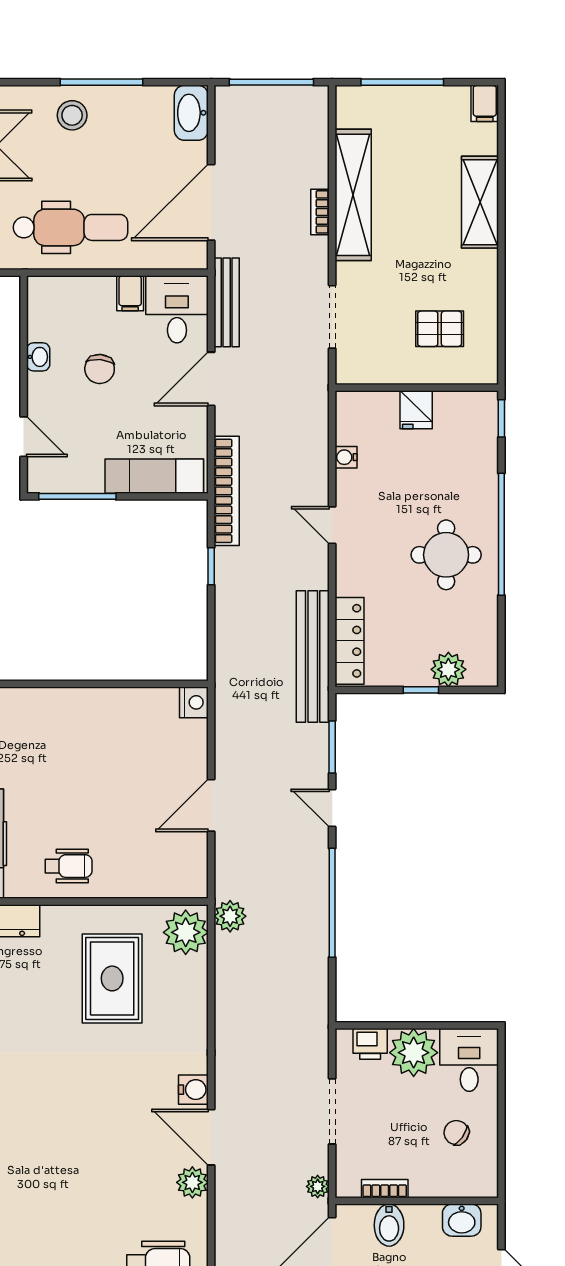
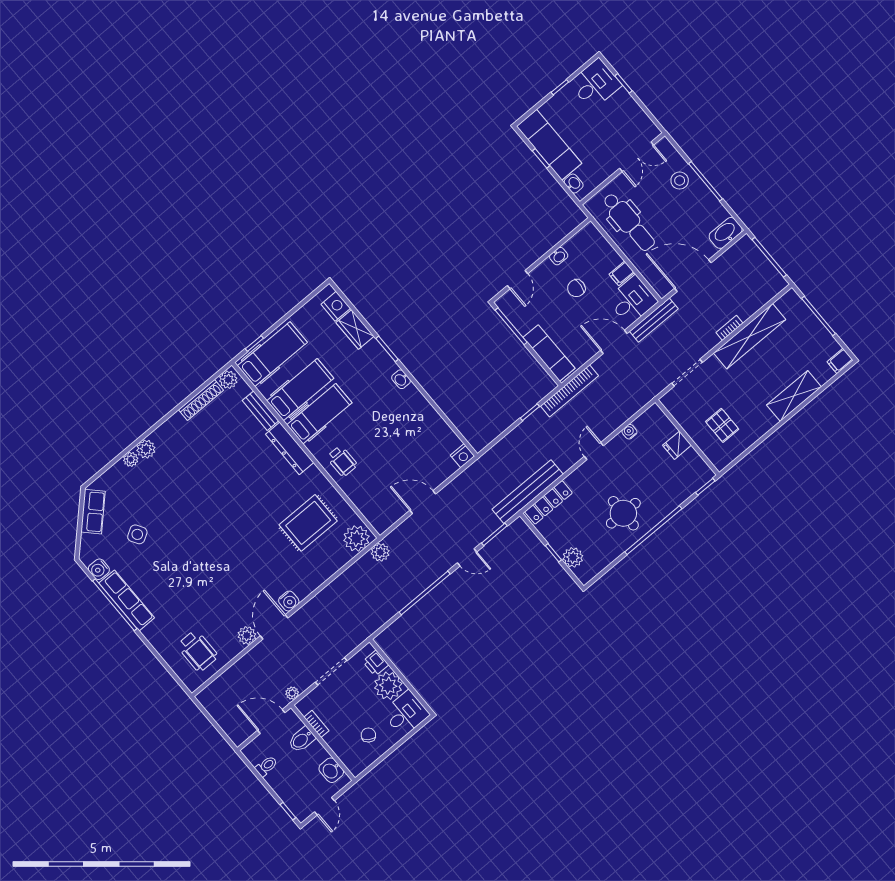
washbasin: (26, 699) -> (401, 379), added
door: (332, 808) -> (467, 557), swing flipped

